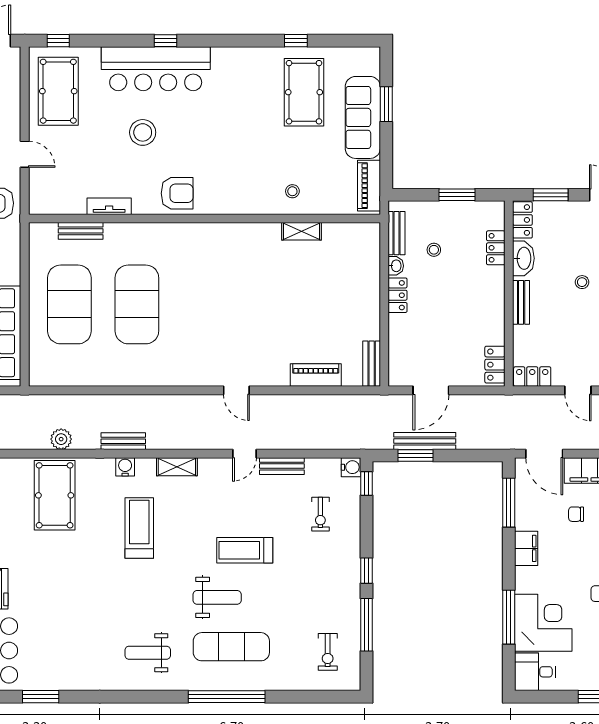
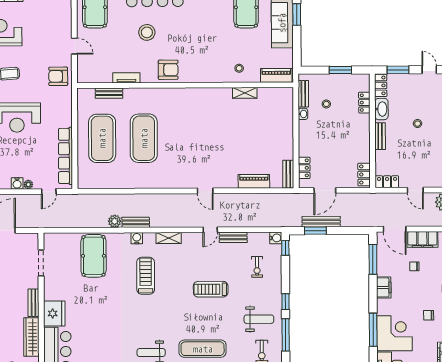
piano: (369, 186) -> (276, 75), moved, turned 90
locker: (398, 295) -> (304, 168), moved
plant: (61, 439) -> (115, 221), moved
weight bench: (217, 597) -> (259, 319), moved

